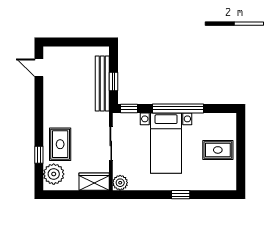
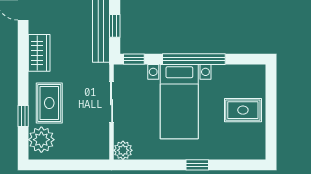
wardrobe: (94, 182) -> (39, 53), moved, turned 90

